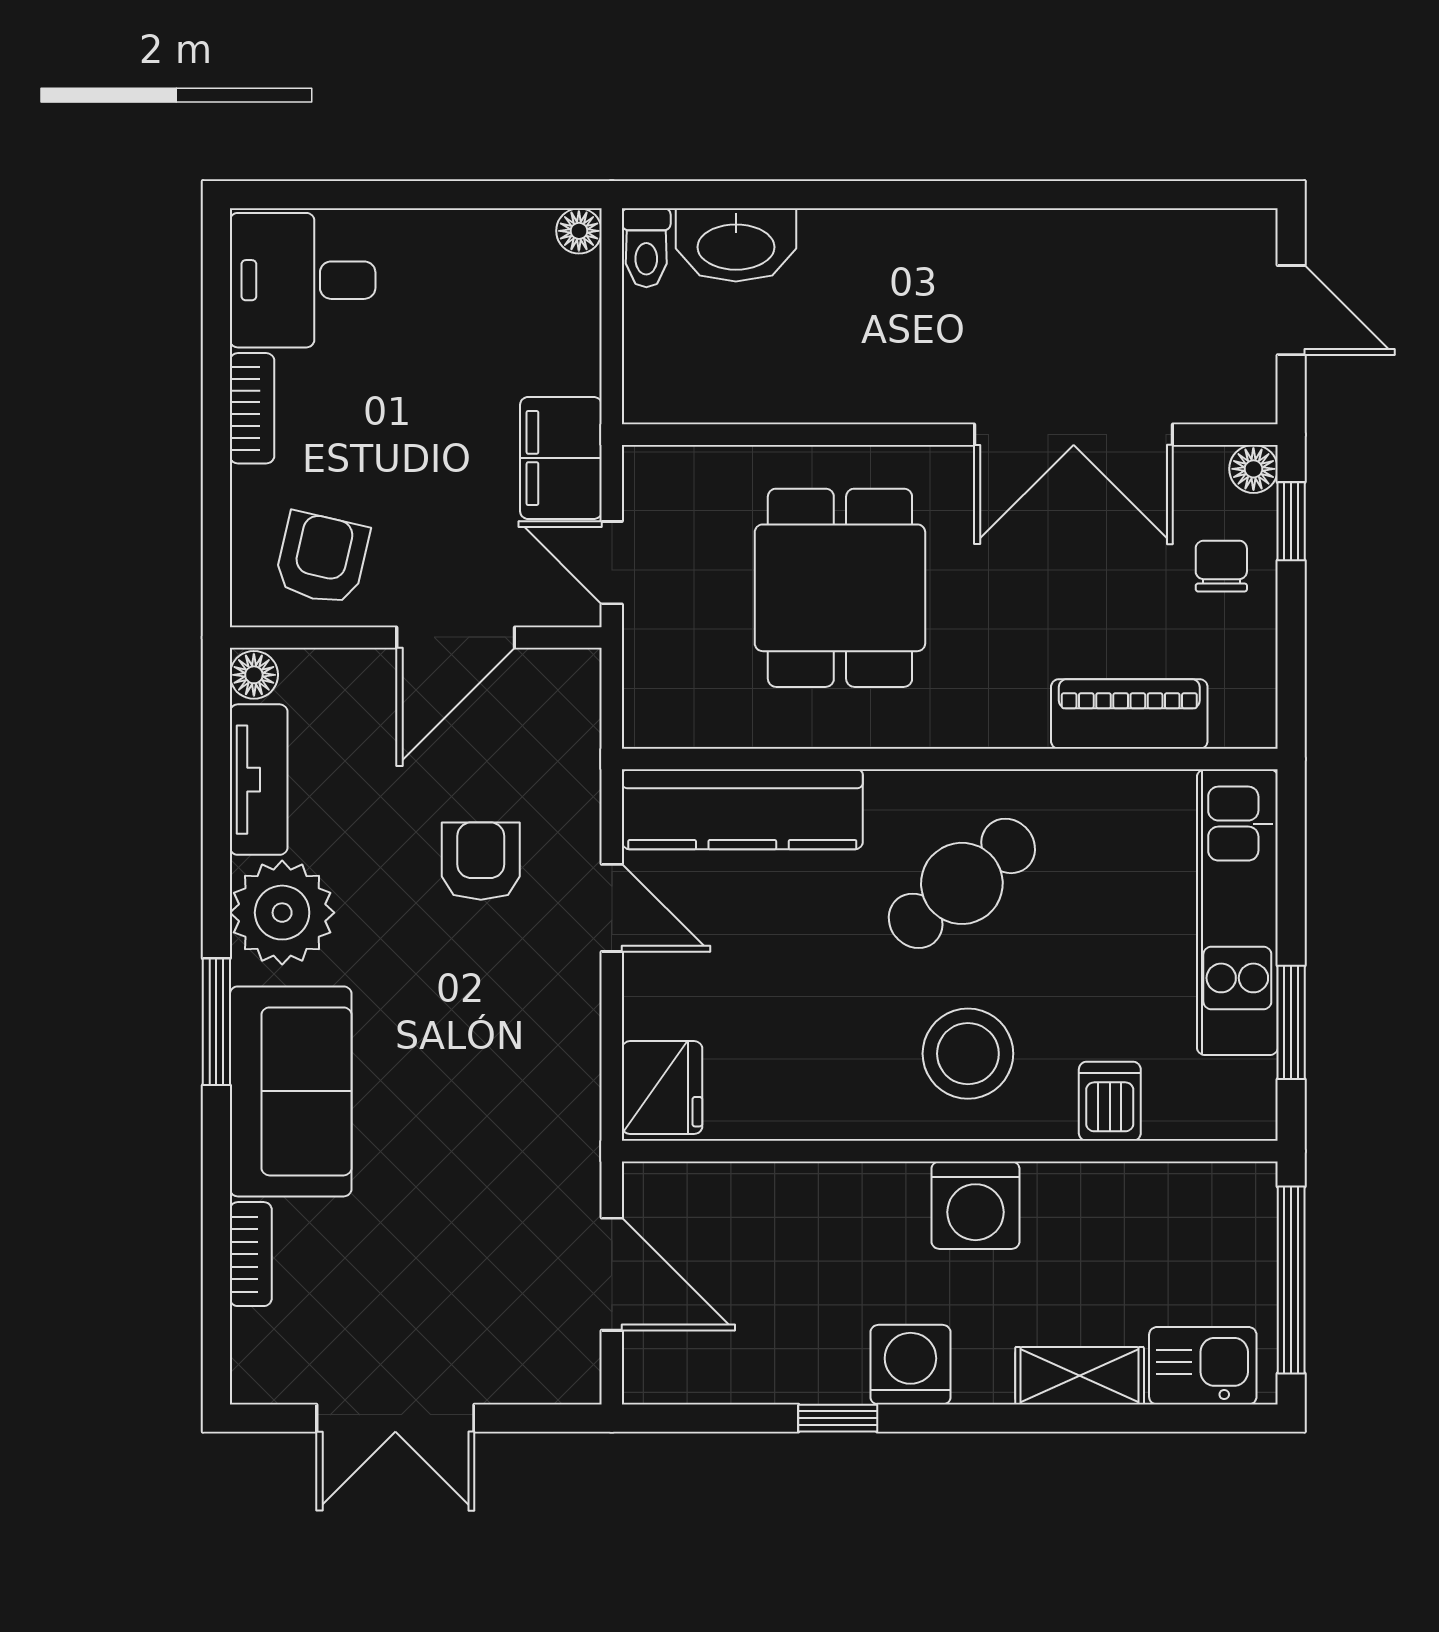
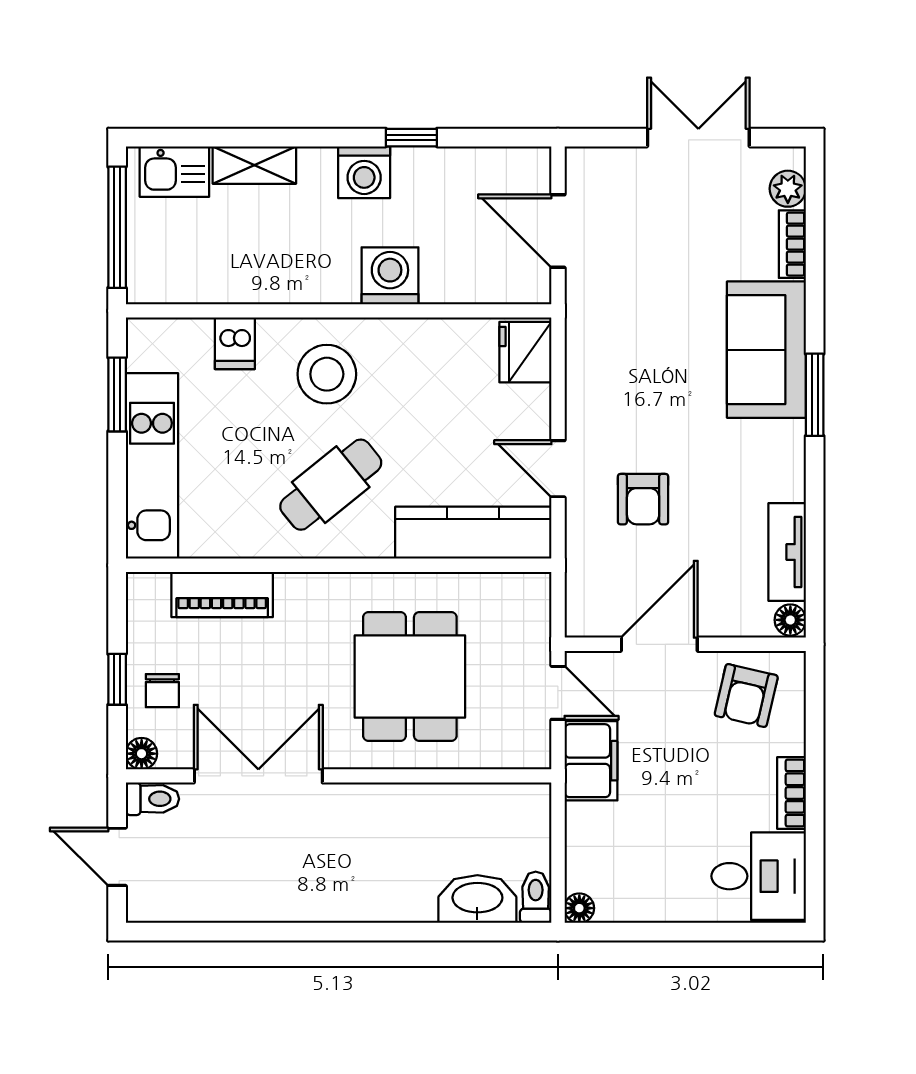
toilet: (1237, 399) -> (152, 799), added
window: (1291, 521) -> (117, 679), moved
plant: (282, 913) -> (788, 189), moved, width x0.53, depth x0.53
washing machine: (975, 1205) -> (390, 276), moved

